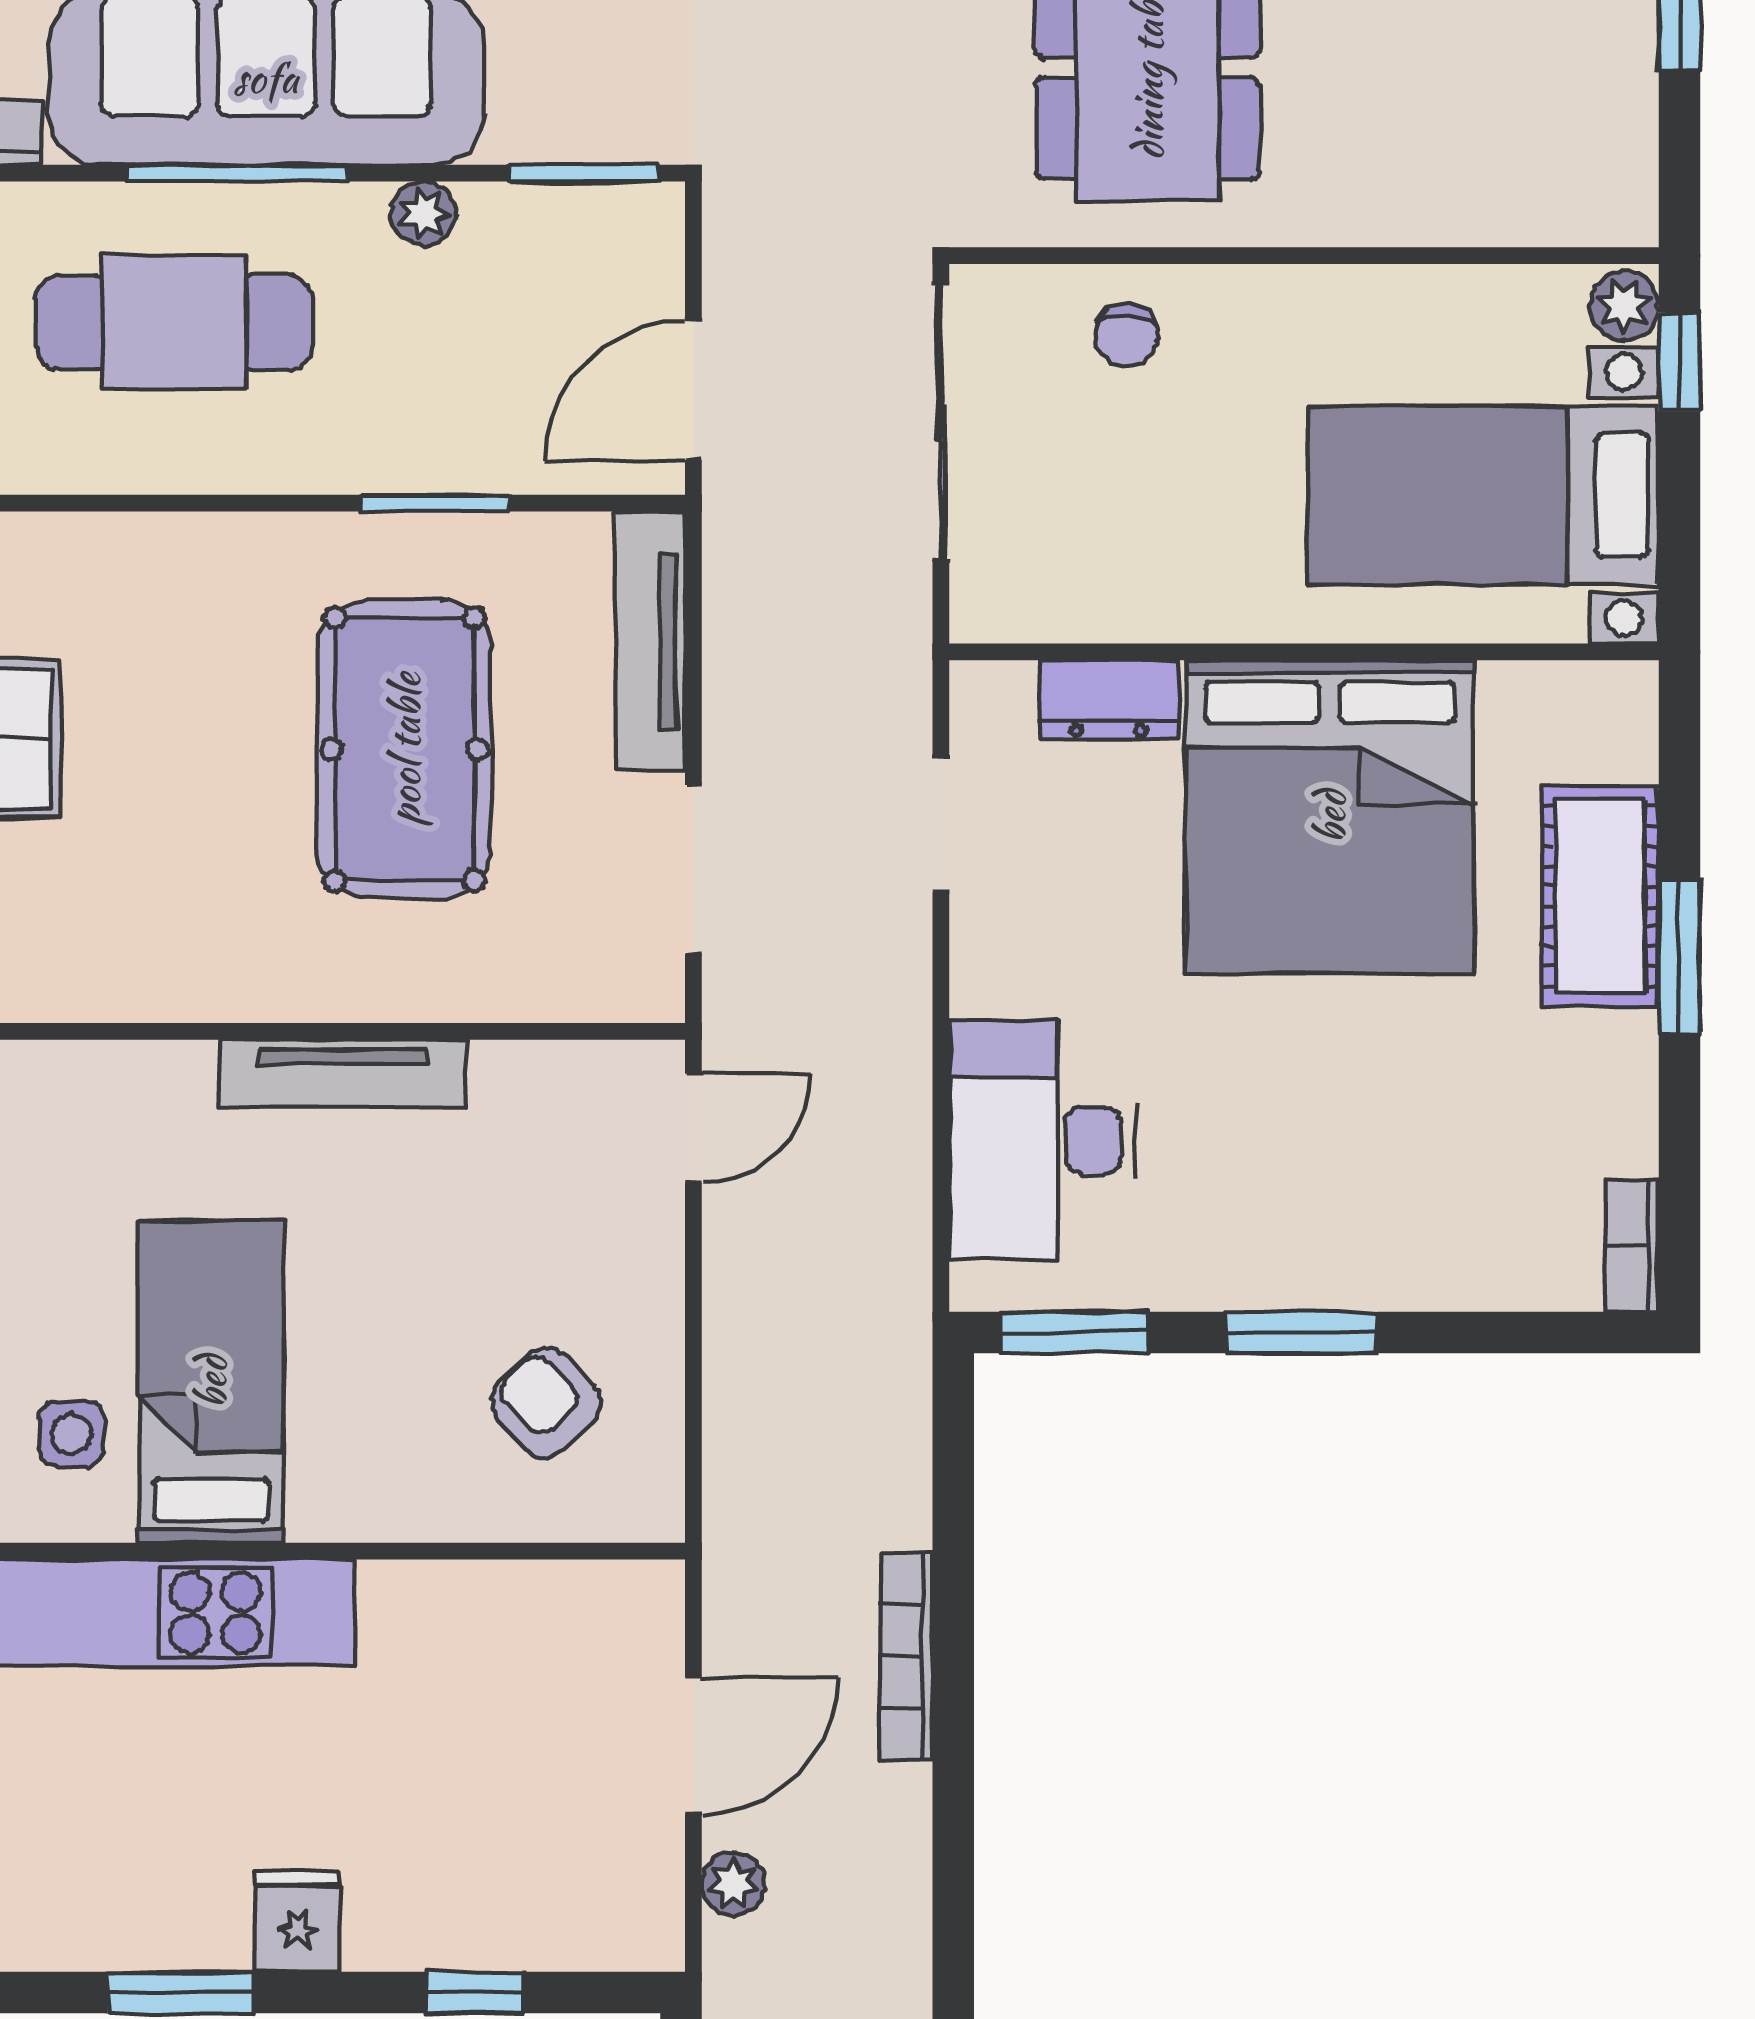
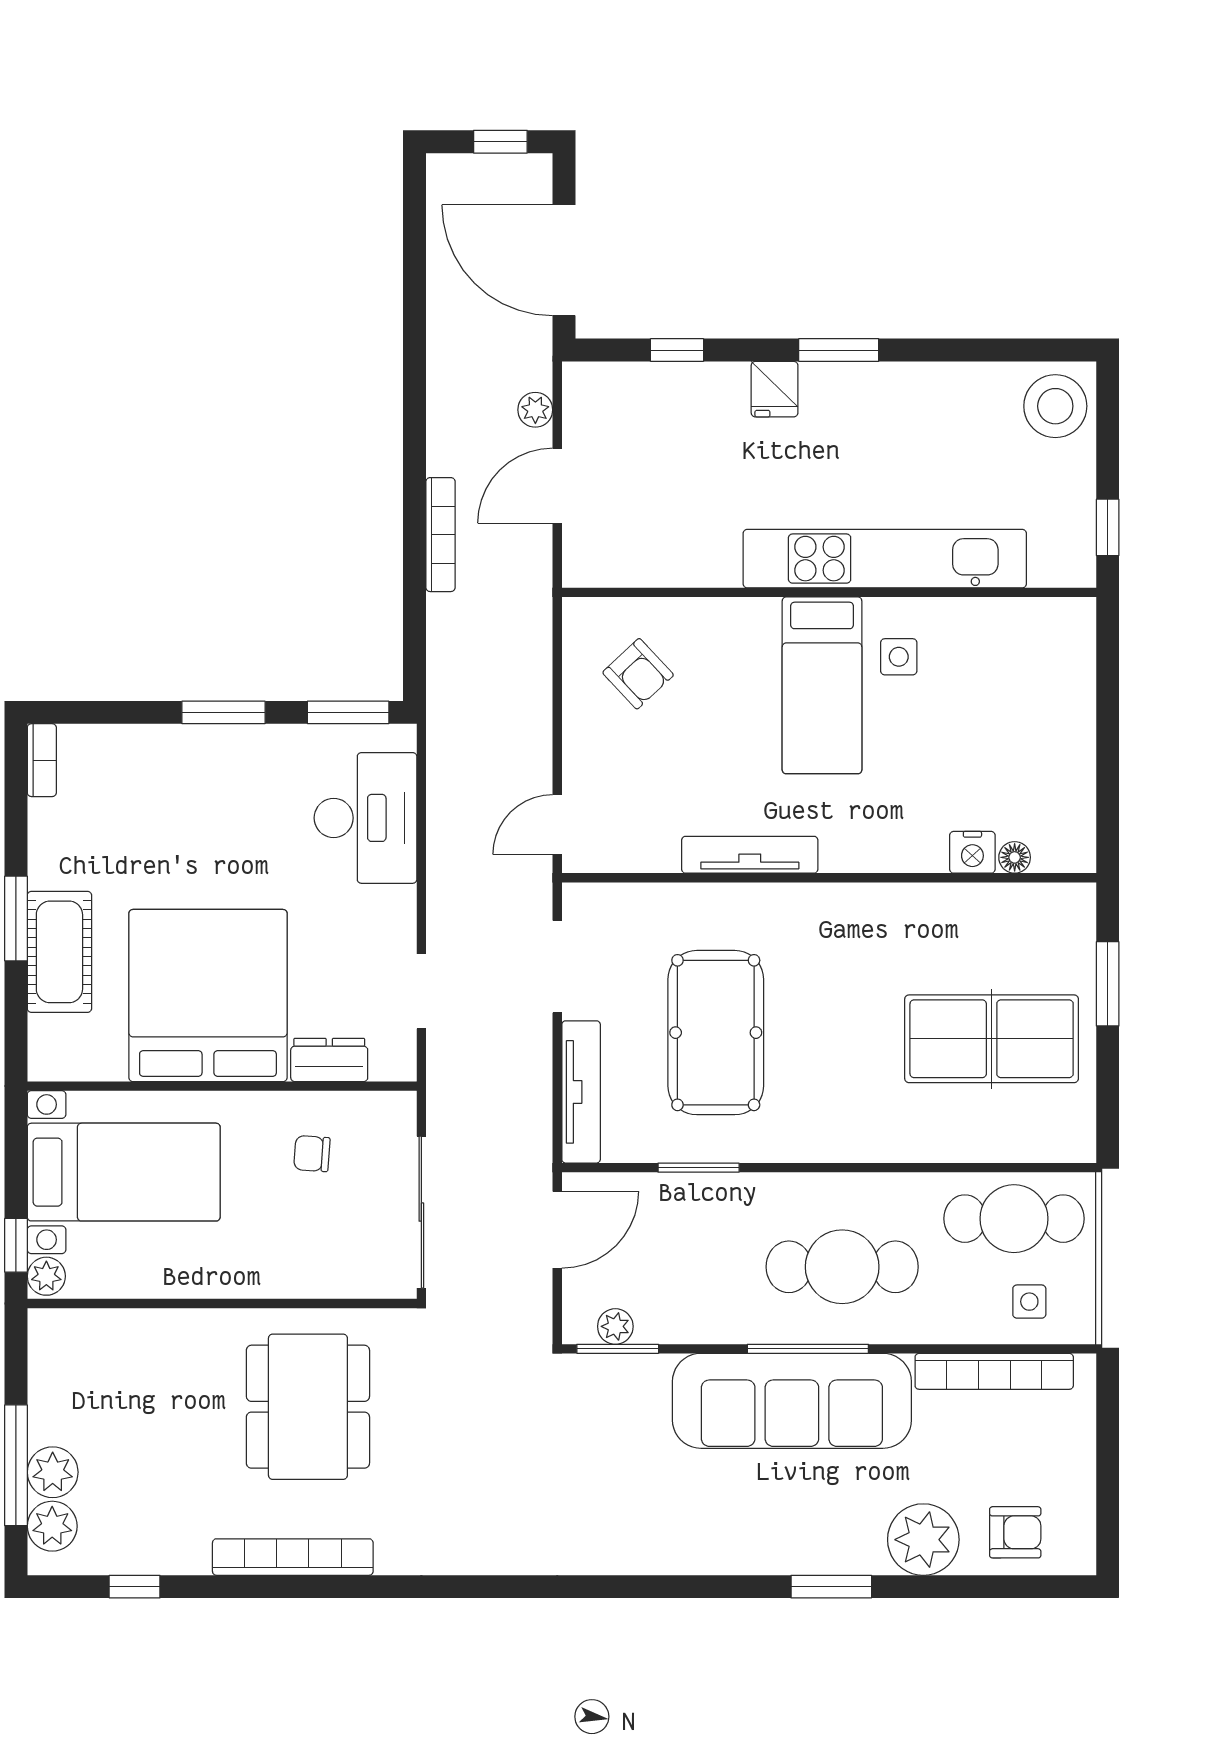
plant: (424, 214) -> (615, 1326), moved
chair: (1126, 335) -> (312, 1154), moved, turned -90

